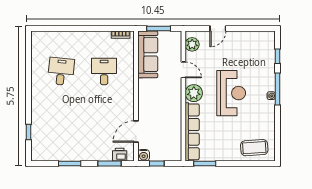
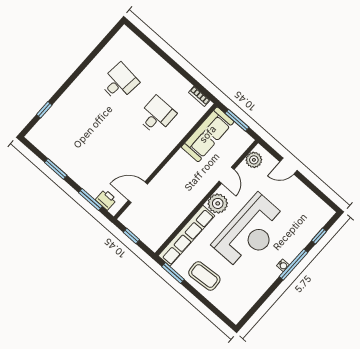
reception desk: (231, 93) -> (250, 232), width x1.36, depth x1.30
coffee table: (254, 148) -> (204, 276), moved
water cooler: (144, 155) -> (126, 219), removed

